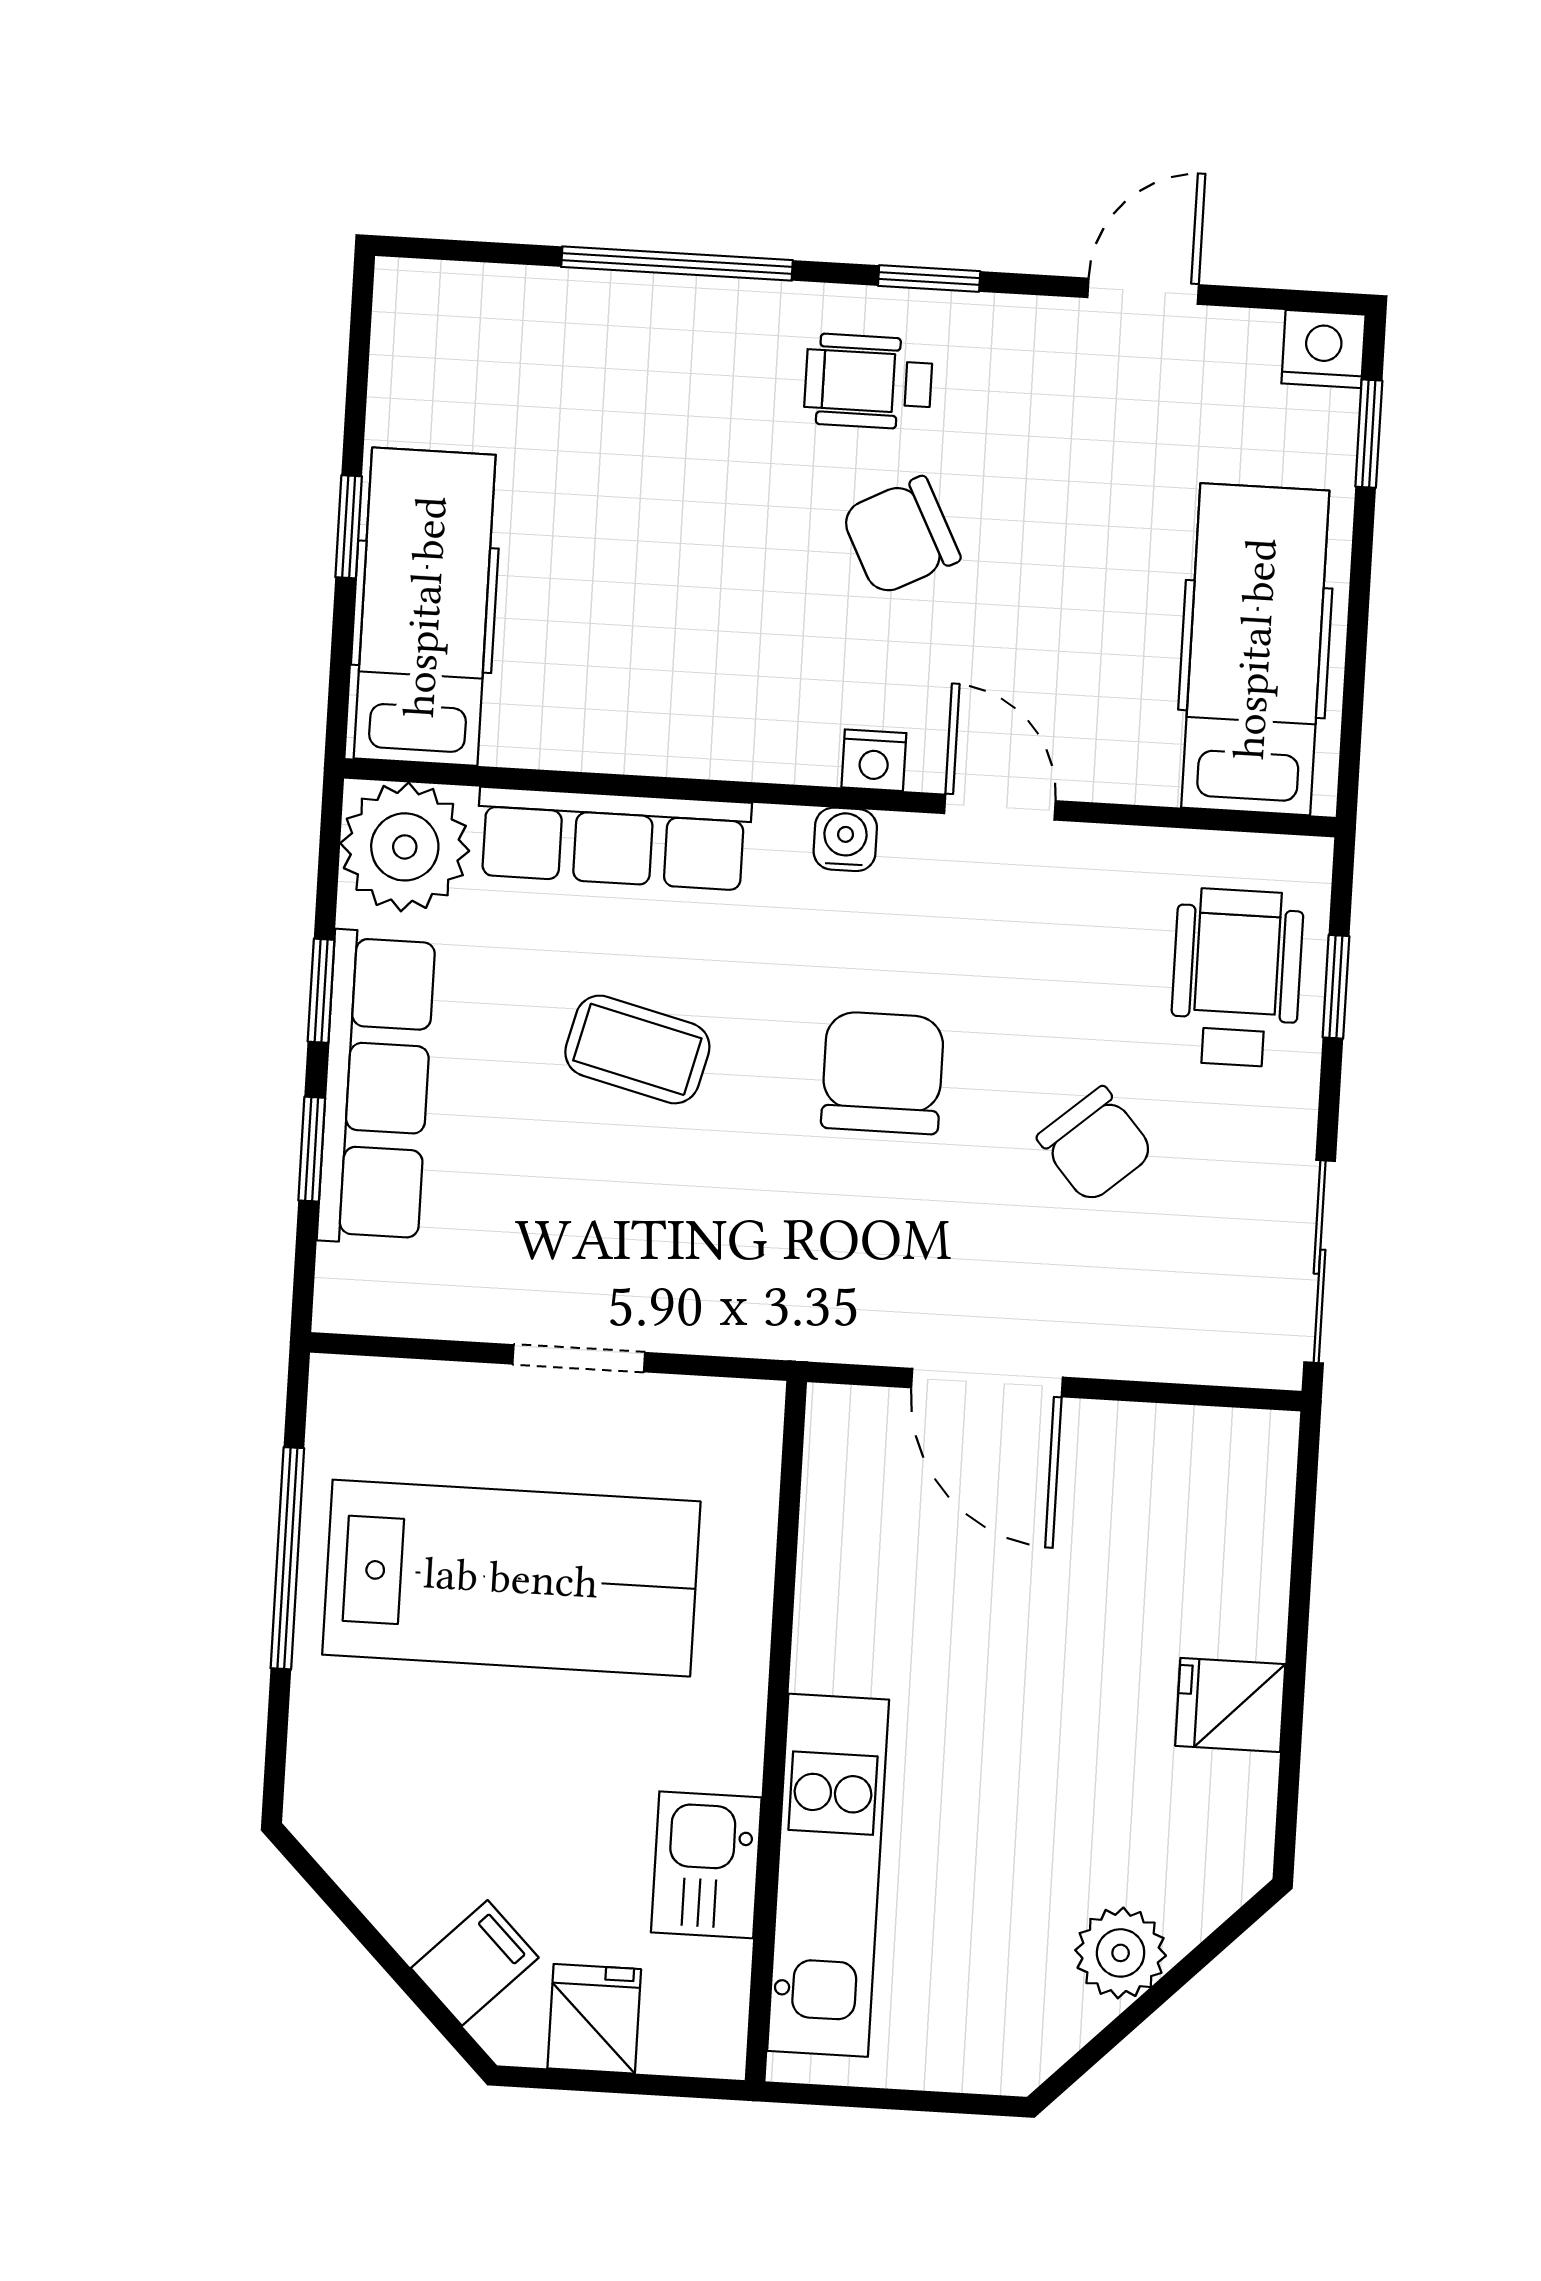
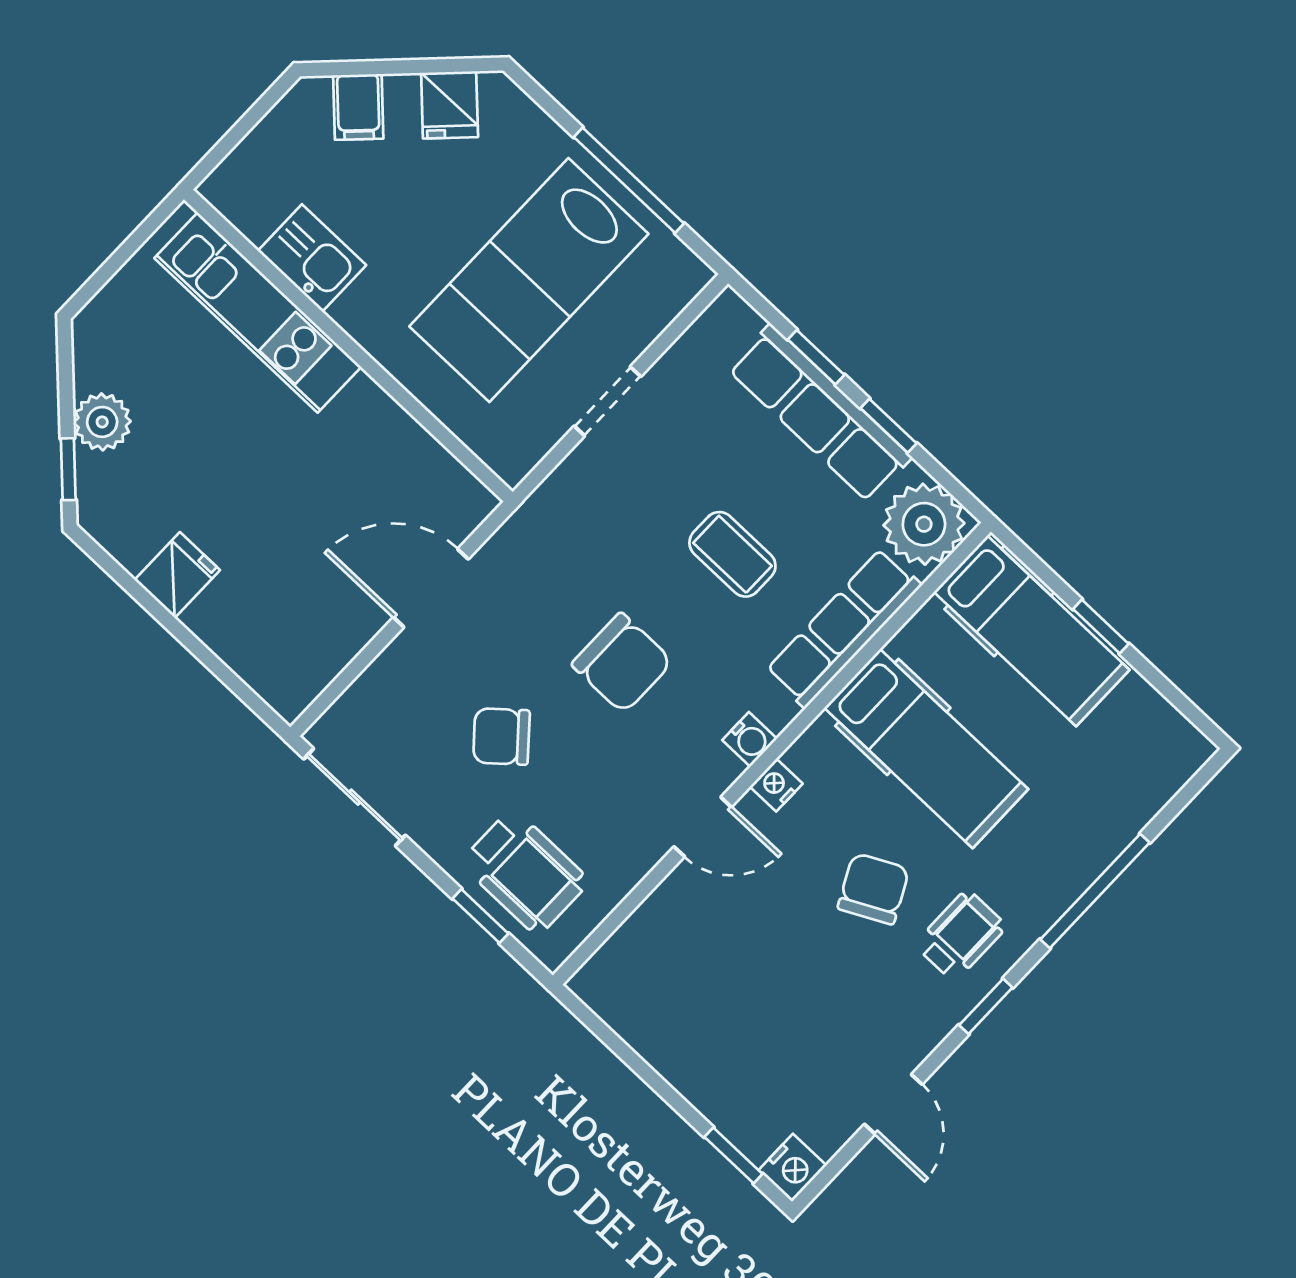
hospital bed: (1255, 649) -> (926, 749), moved
coffee table: (637, 1049) -> (732, 554), turned 76
window: (1213, 1946) -> (68, 469), added
fridge: (594, 2019) -> (450, 105), moved, turned 45

